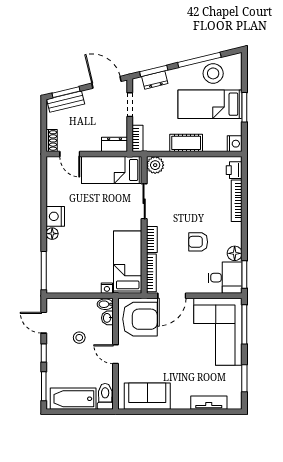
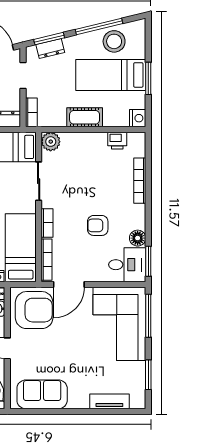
printer: (234, 170) -> (117, 141), moved, turned -90

